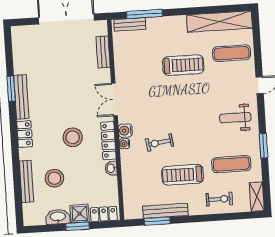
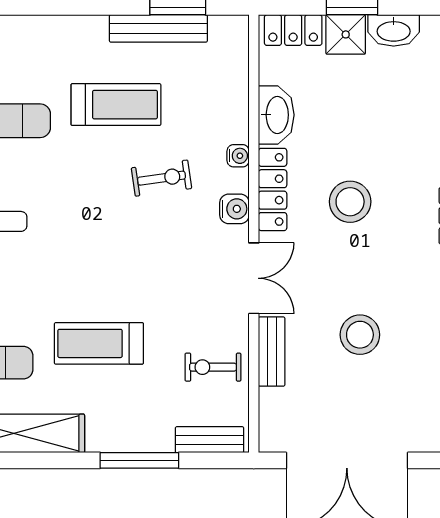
window: (144, 14) -> (139, 460), moved
bench: (103, 52) -> (272, 352), moved
water cooler: (124, 144) -> (238, 156), moved
washbasin: (111, 168) -> (276, 115), width x1.91, depth x1.45
stool: (54, 178) -> (360, 335), moved
exercise bike: (219, 199) -> (213, 367), moved

